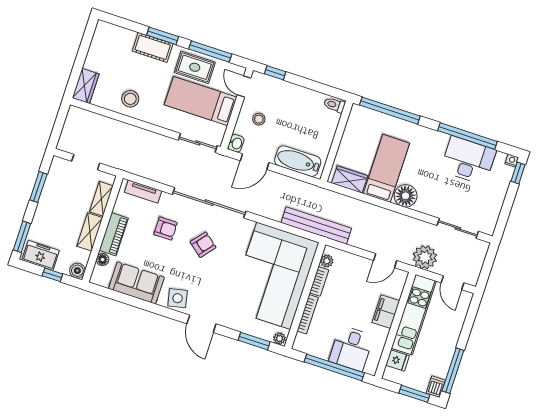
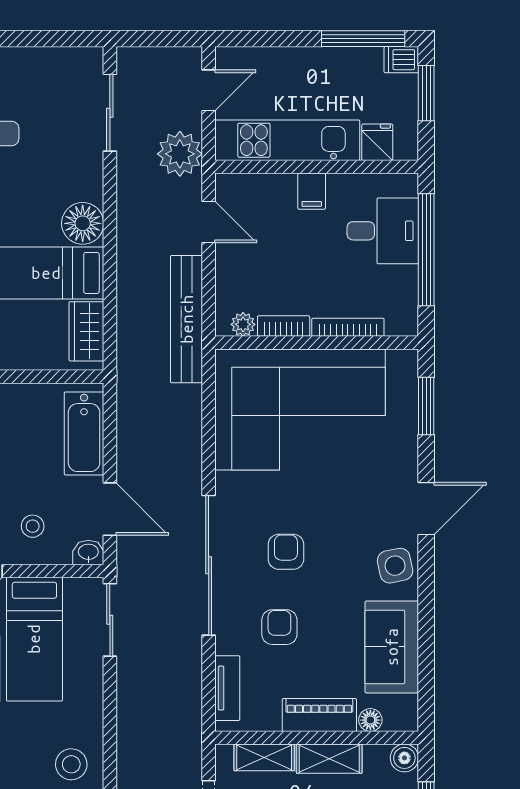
bench: (316, 225) -> (187, 319), moved
armchair: (203, 245) -> (286, 552), turned 51
filing cabinet: (386, 312) -> (312, 191), width x0.50
plant: (280, 339) -> (407, 363), removed

